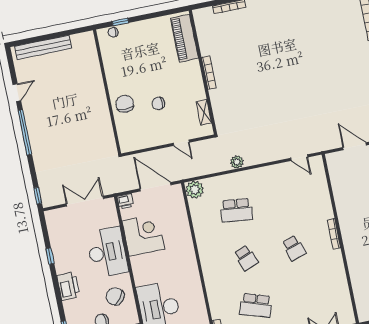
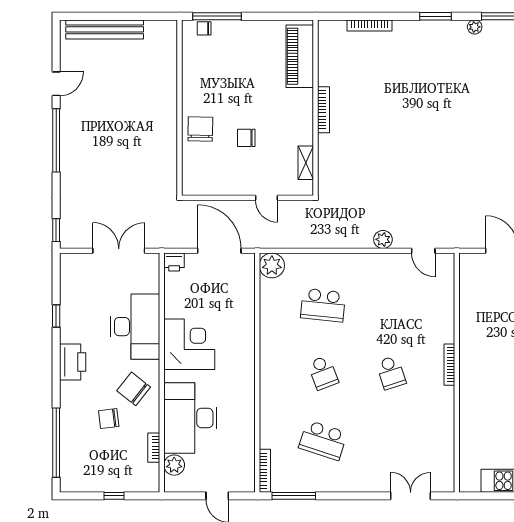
window: (120, 22) -> (217, 16), width x2.17
plant: (237, 162) -> (383, 239), moved
corner desk: (143, 235) -> (189, 344), moved

